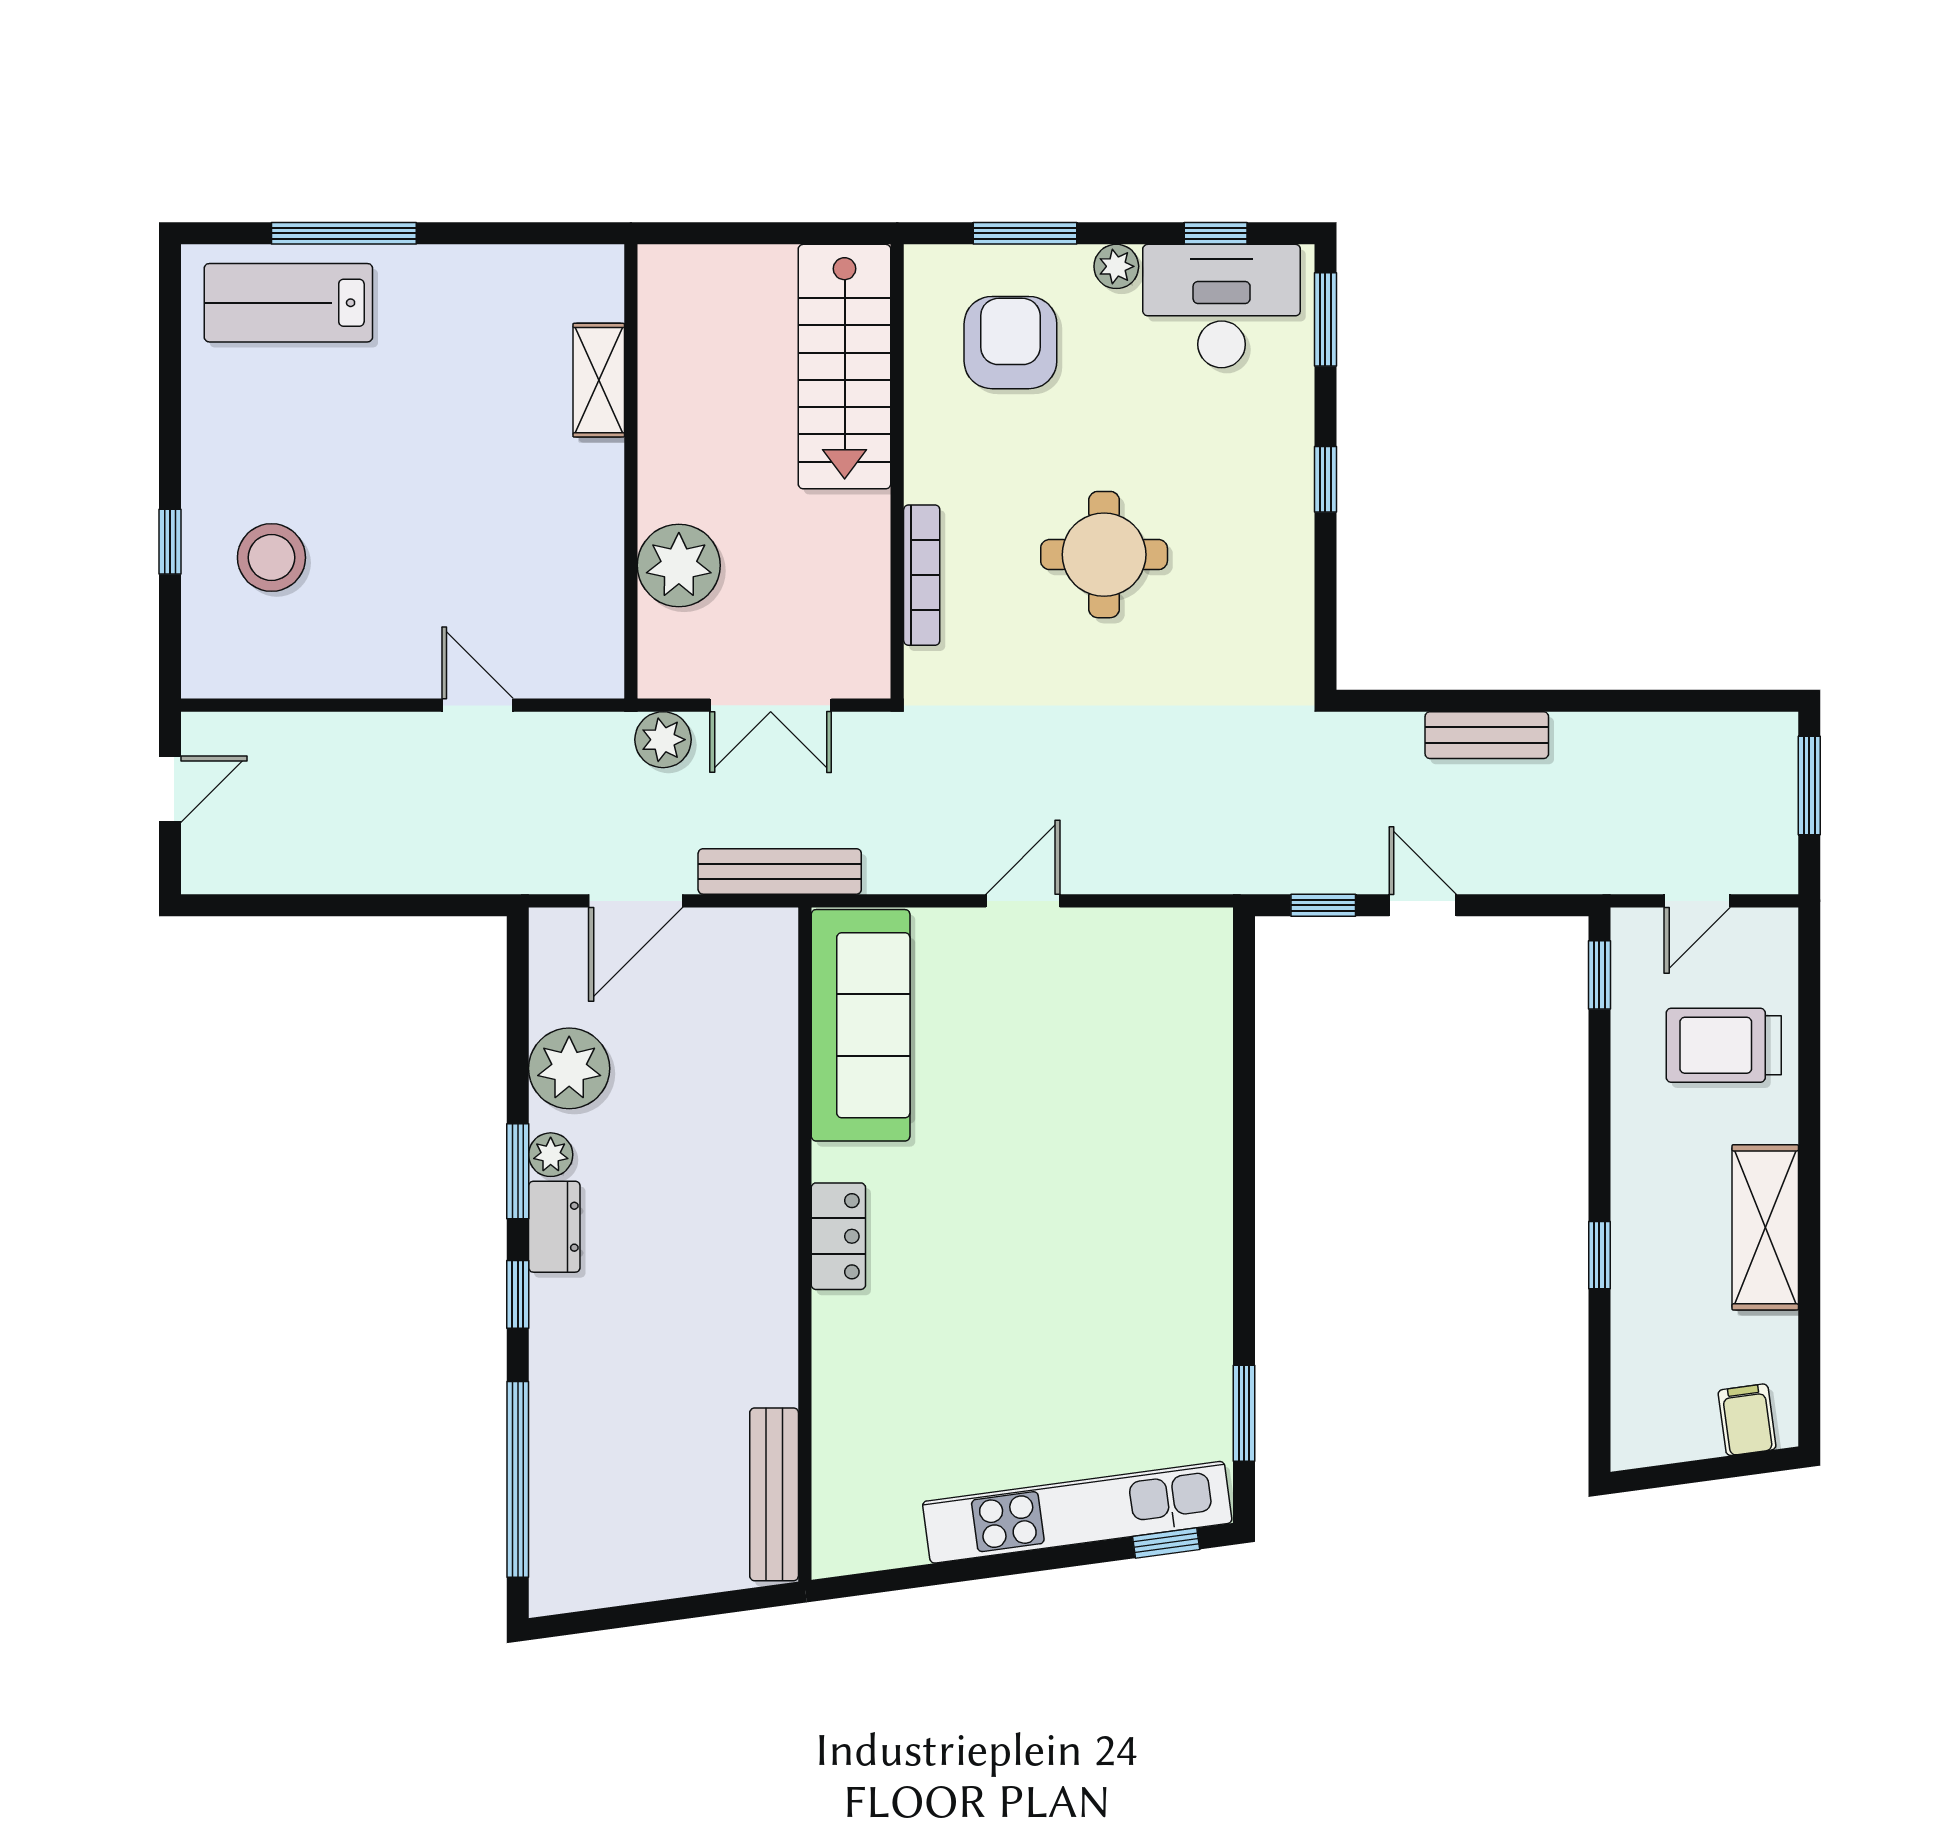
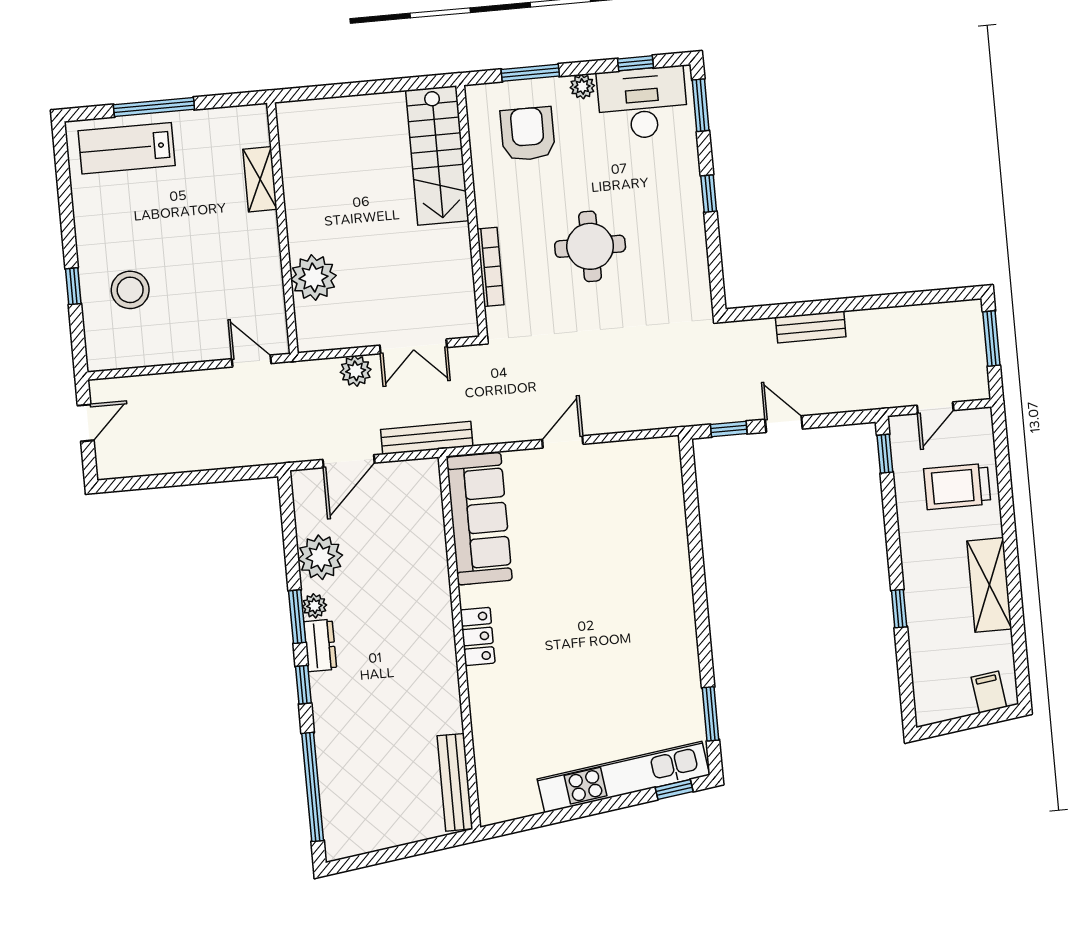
shelving: (599, 380) -> (260, 179), moved
wall: (631, 471) -> (282, 228), moved
plant: (679, 565) -> (314, 278), moved

